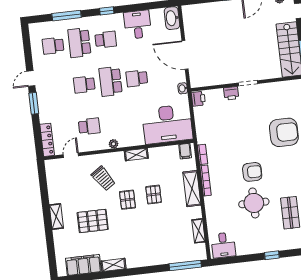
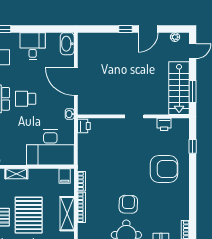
printer: (231, 93) -> (164, 124), moved
armchair: (252, 172) -> (128, 204), turned -88
pallet: (154, 195) -> (29, 215), width x2.05, depth x2.00

